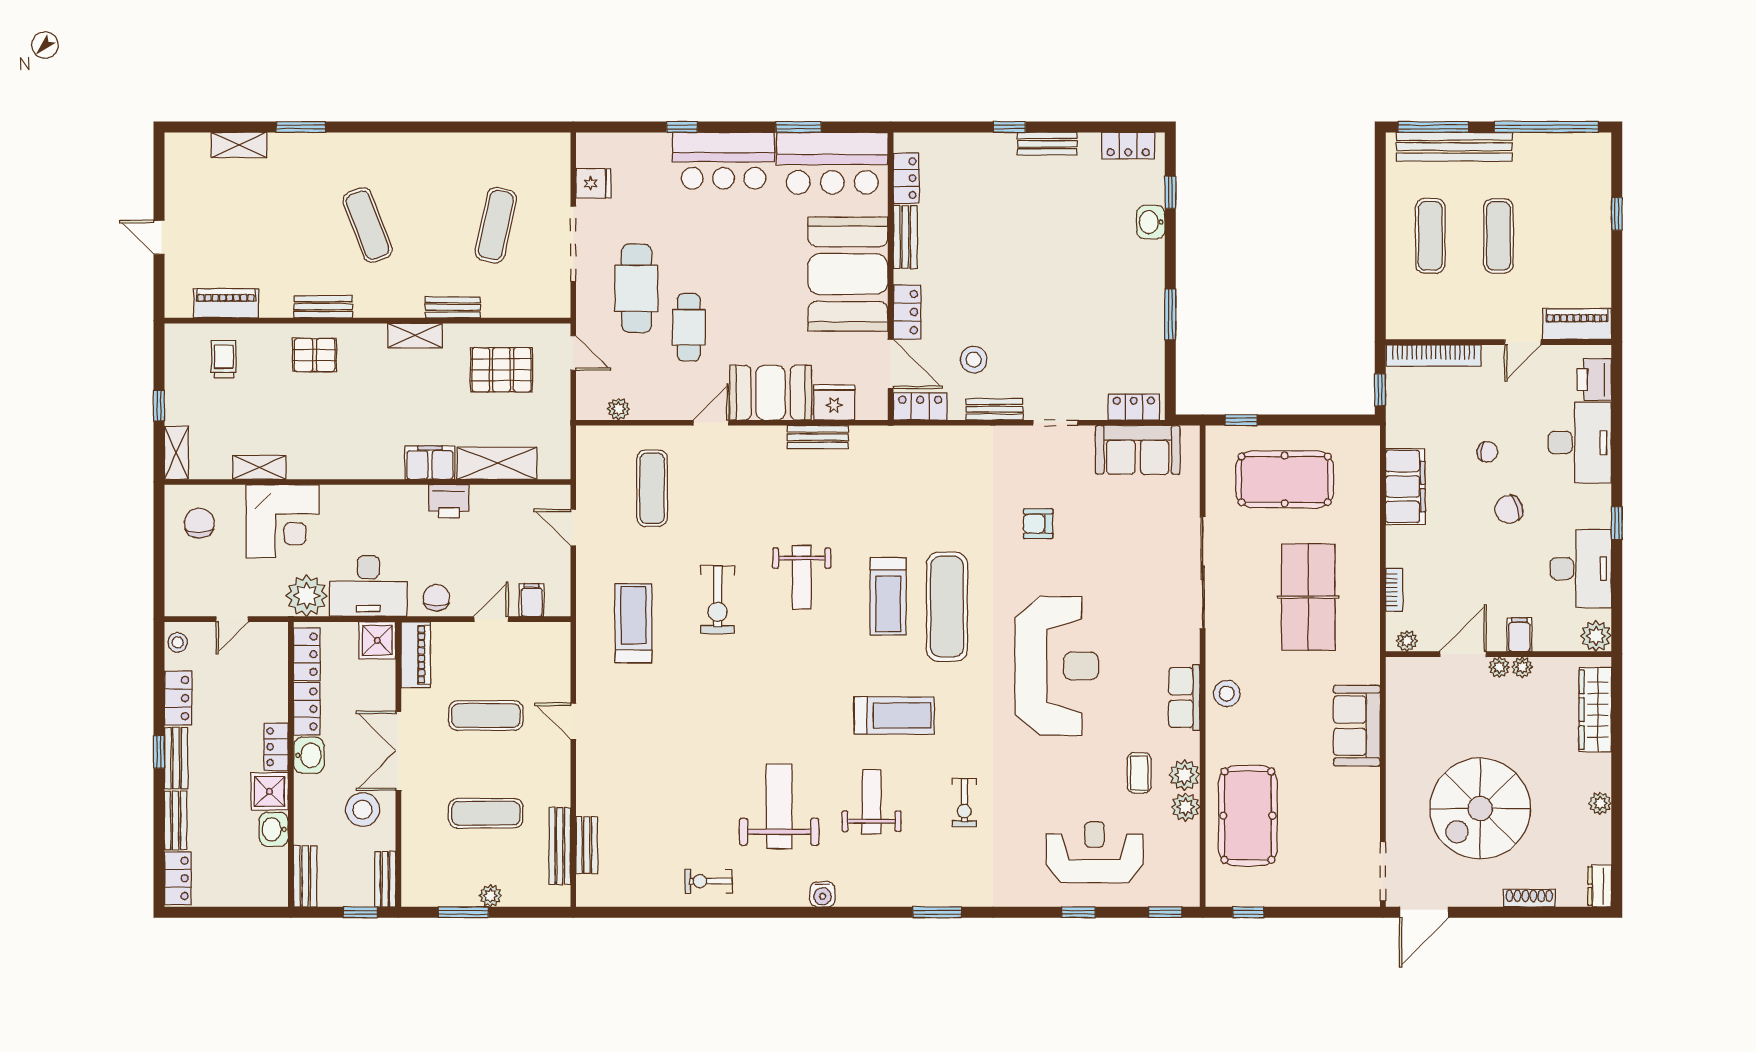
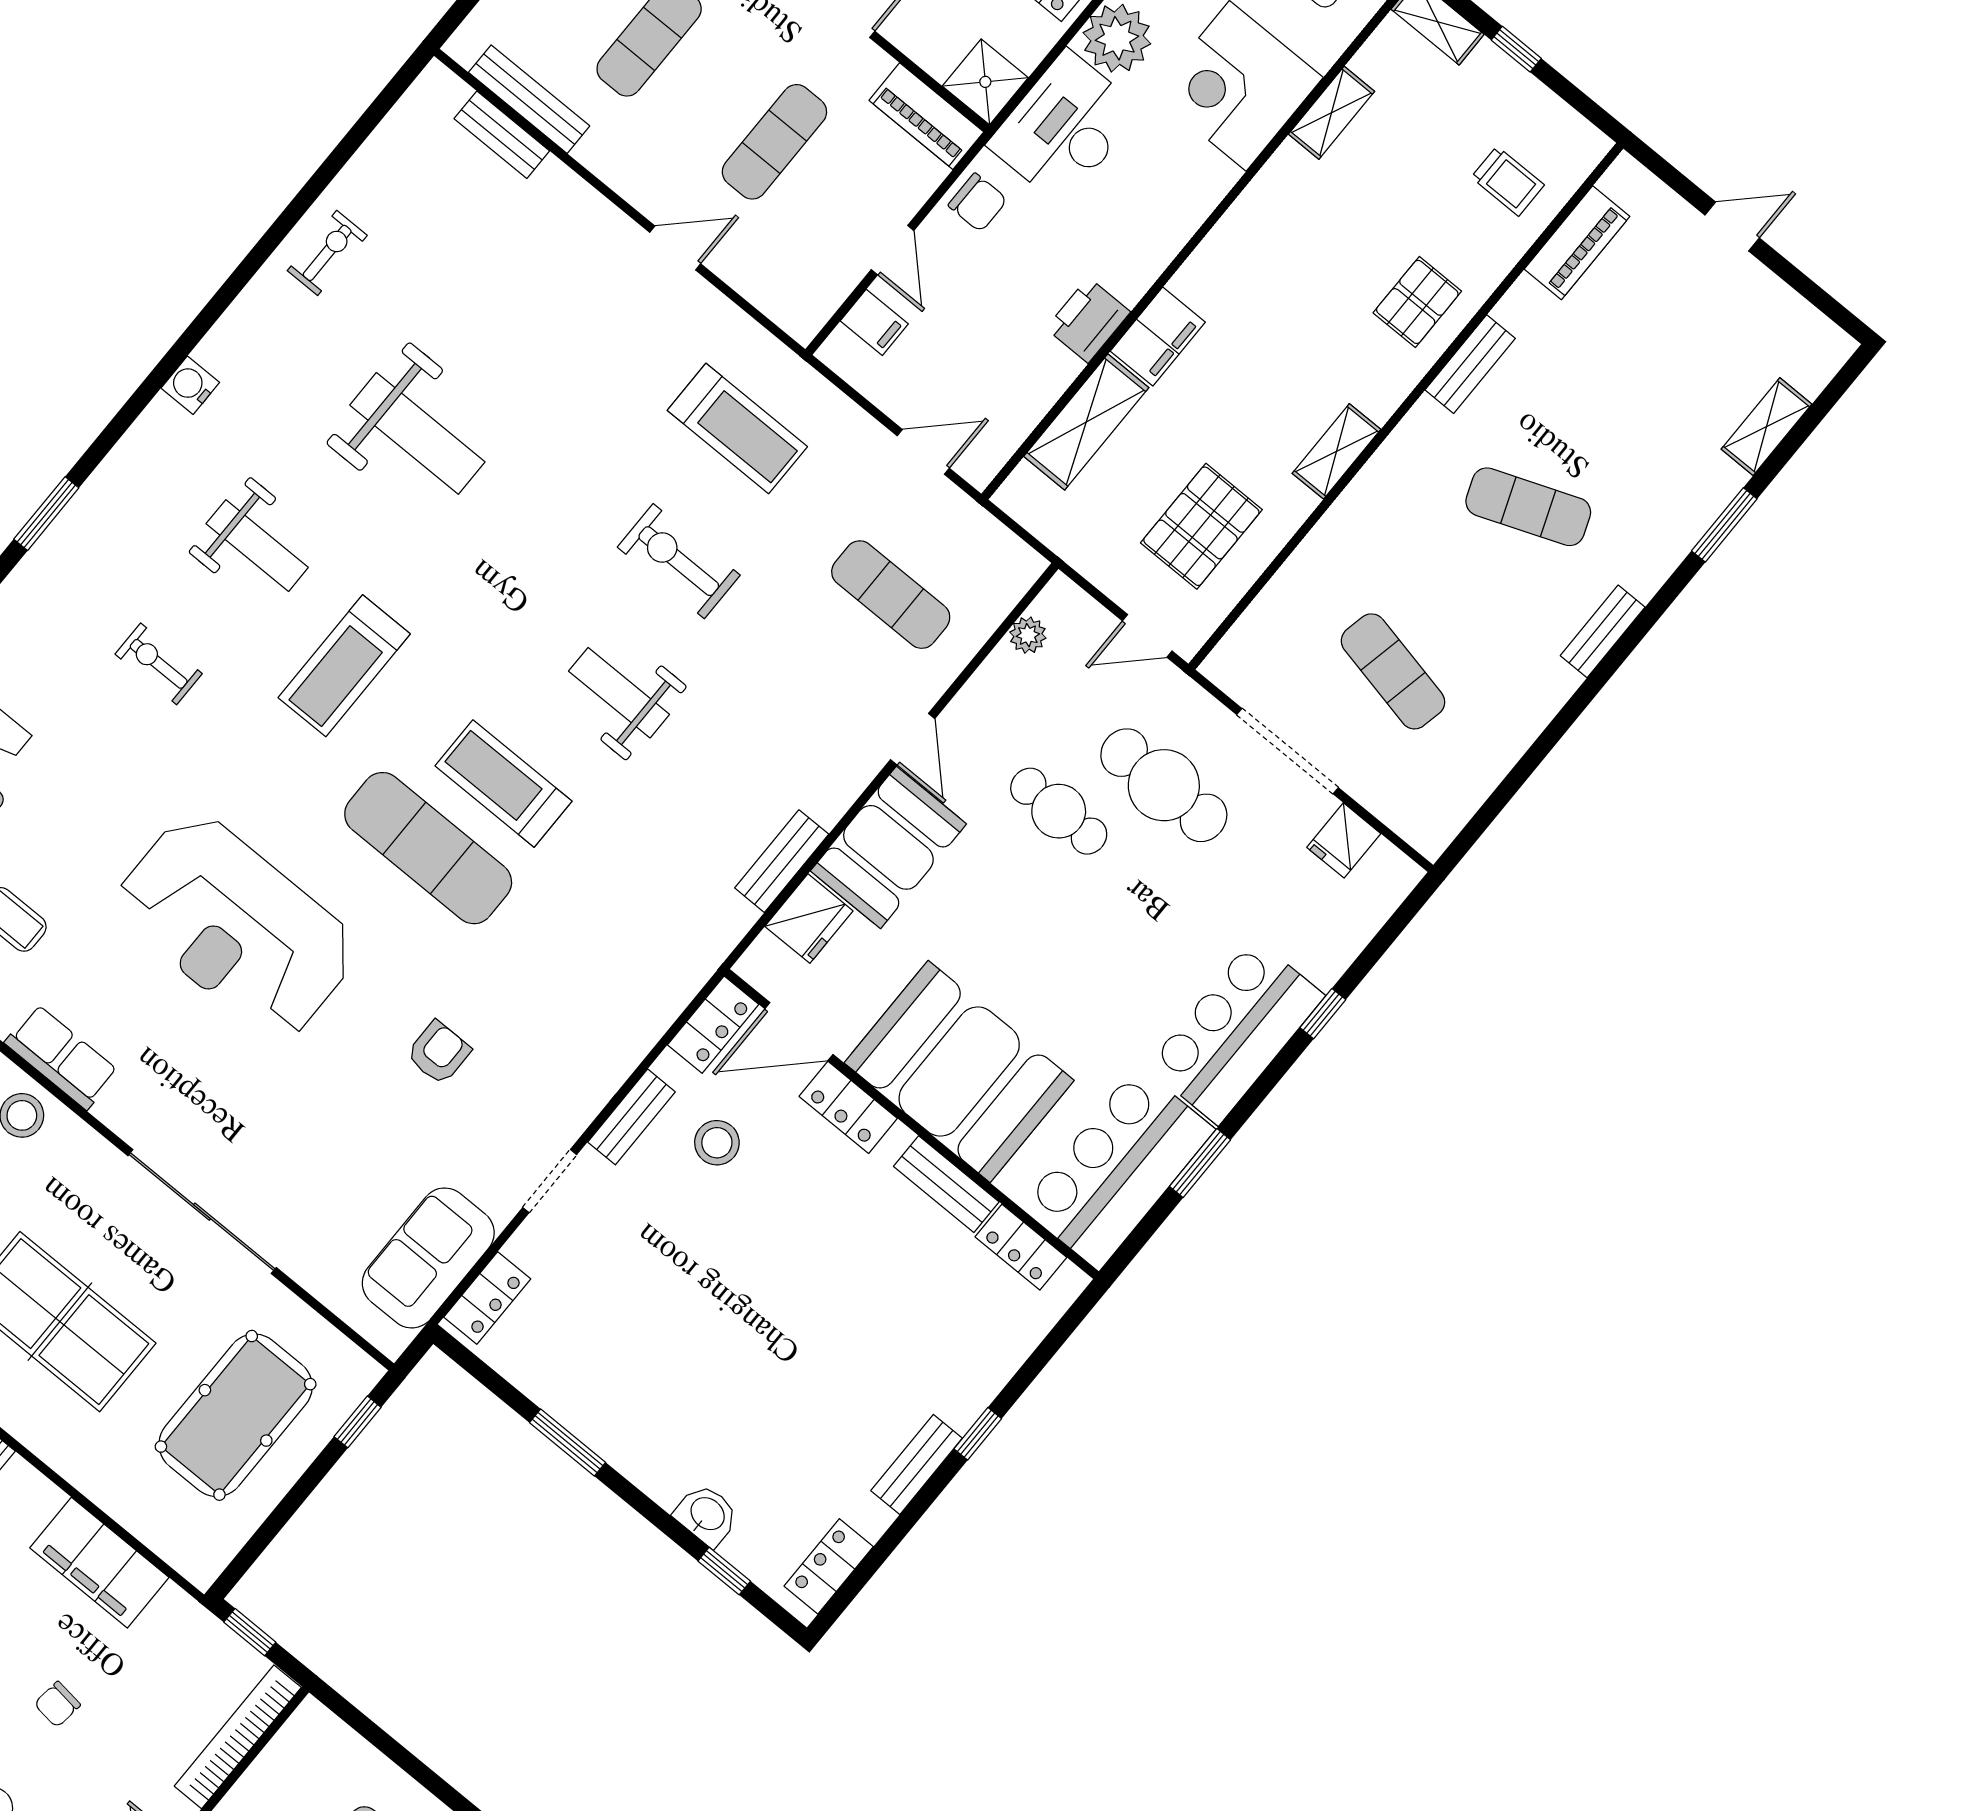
bench: (453, 307) -> (1603, 631), moved
weight bench: (779, 806) -> (417, 433), moved

